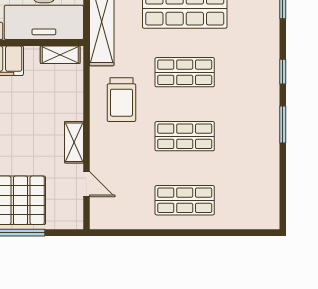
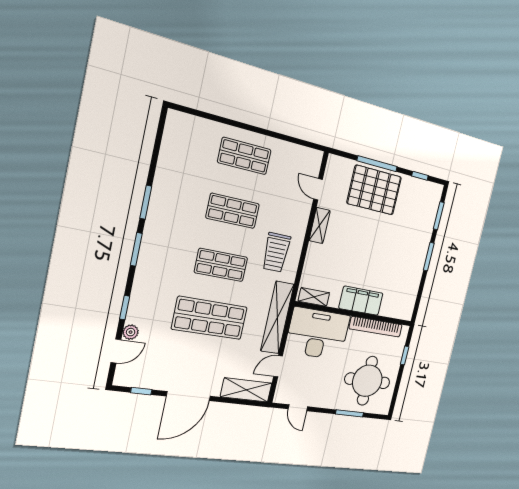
window: (283, 72) -> (136, 249), width x1.50
trolley: (121, 100) -> (276, 252), turned 180

